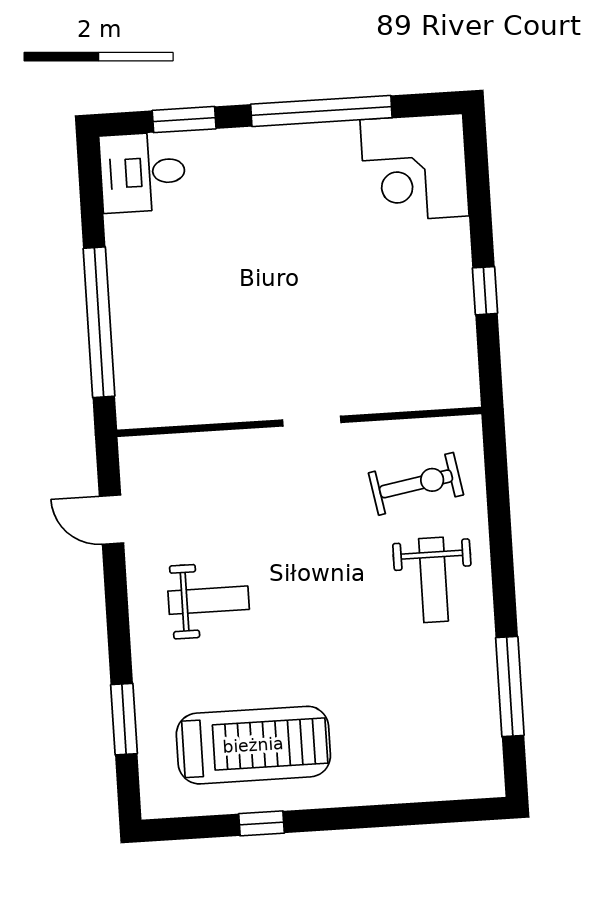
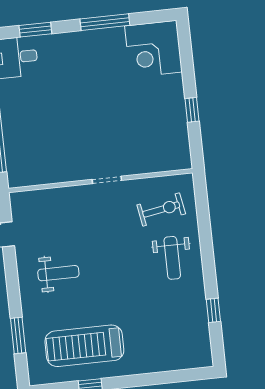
window: (321, 111) -> (105, 22), width x0.68
window: (510, 686) -> (213, 310), width x0.46
treadmill: (253, 745) -> (84, 346), turned 180

